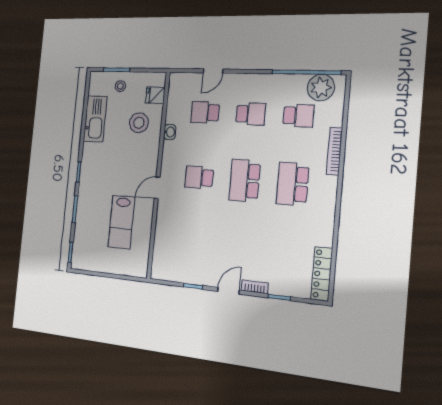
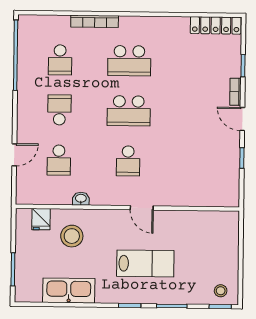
door: (213, 71) -> (14, 155), hinge flipped
stool: (120, 86) -> (221, 291), moved
plant: (321, 88) -> (31, 39), removed
school desk: (298, 116) -> (60, 60), turned 180
lab bench: (121, 222) -> (145, 263), moved

